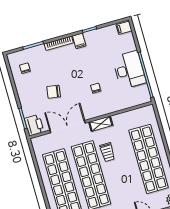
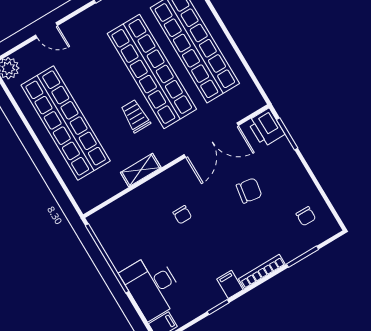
desk: (129, 70) -> (152, 286), moved
shelving: (101, 124) -> (141, 170), moved

